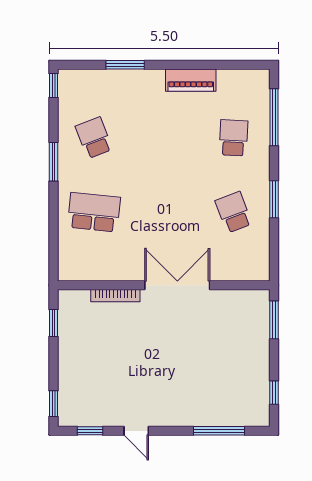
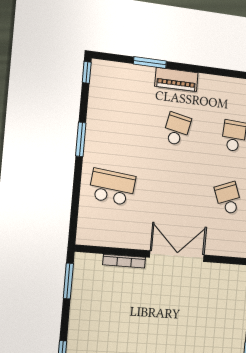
piano: (191, 80) -> (176, 79), moved
school desk: (94, 138) -> (177, 129), moved, turned 33
window: (53, 323) -> (68, 281), width x1.50

